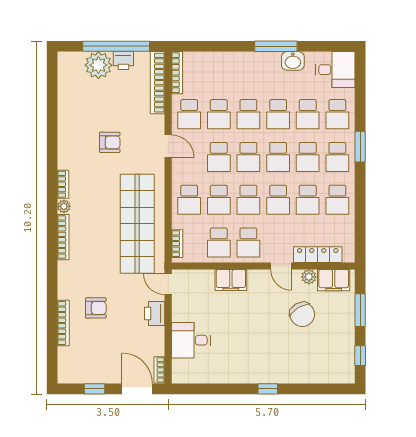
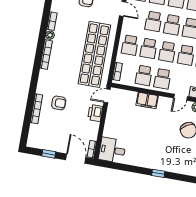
door: (281, 266) -> (180, 97), hinge flipped
door: (168, 284) -> (107, 96), hinge flipped
desk: (191, 340) -> (112, 150), moved

